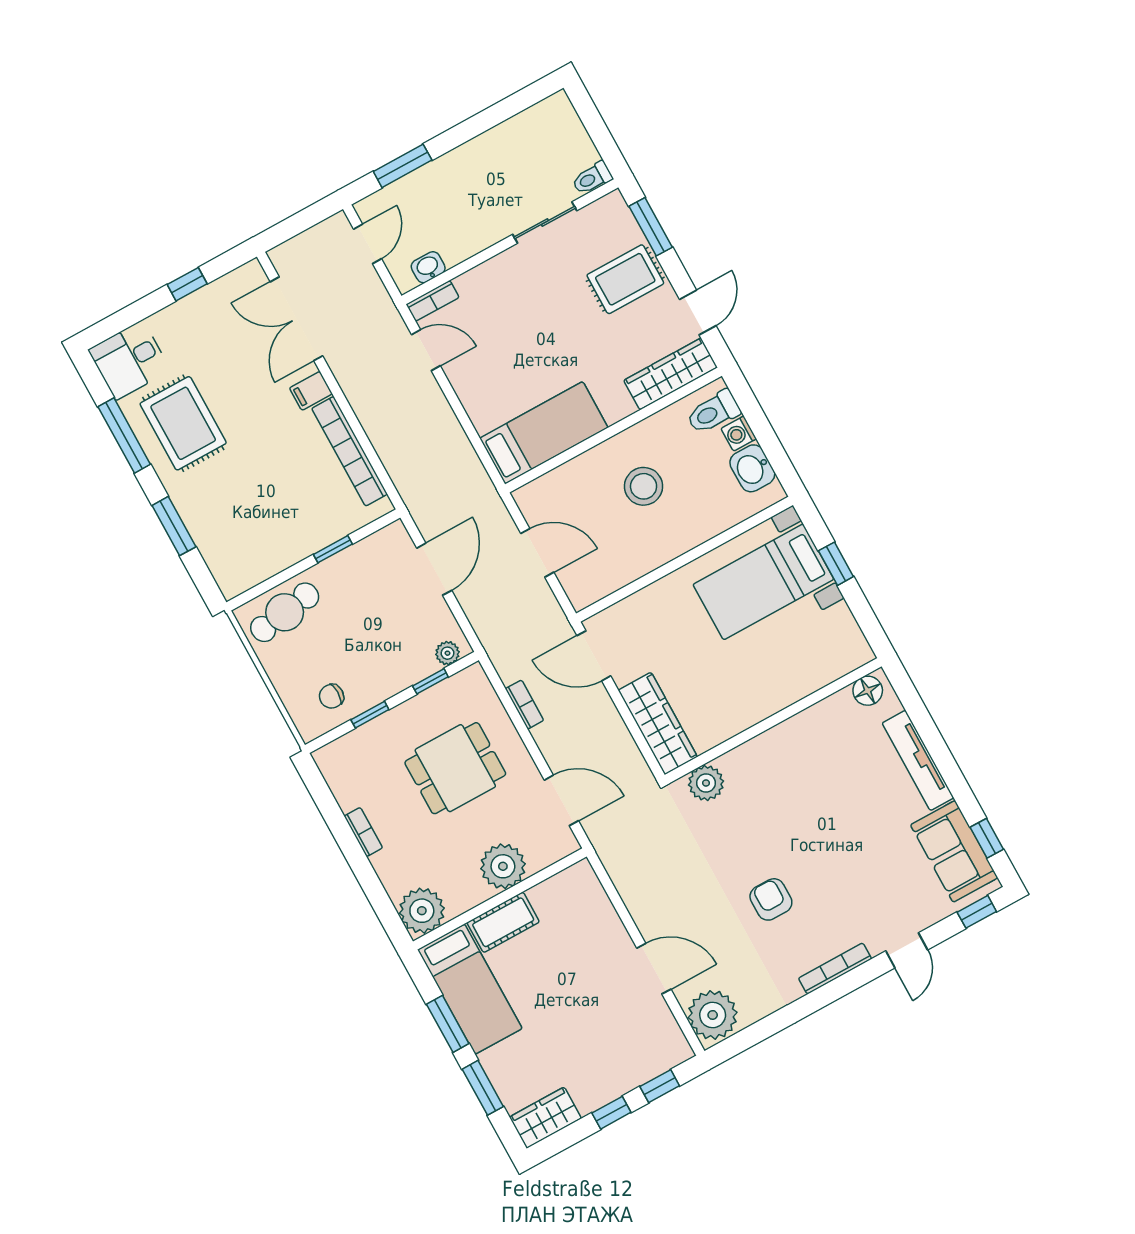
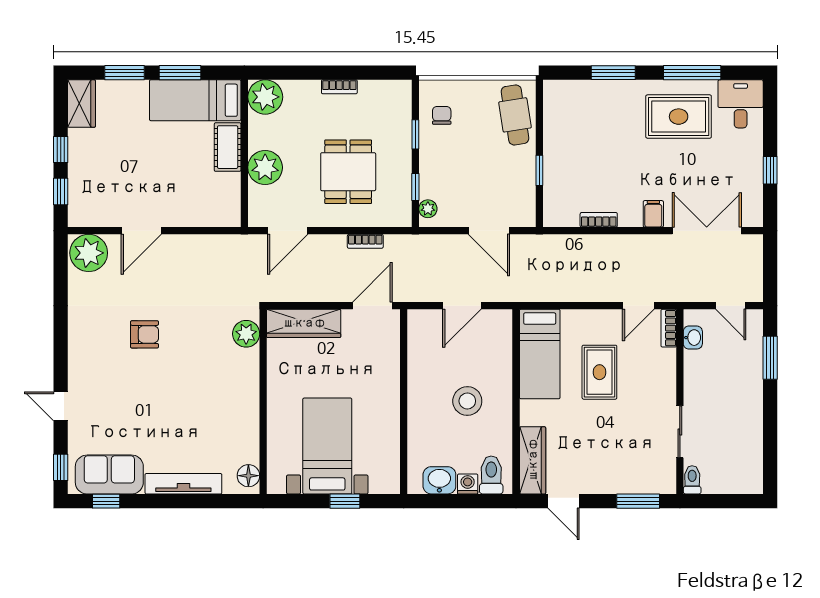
rug: (625, 279) -> (599, 372), moved
bookcase: (350, 451) -> (599, 220), width x0.43, depth x0.76
bed with nightstands: (763, 582) -> (327, 446), moved
bookcase: (835, 969) -> (75, 352), removed

